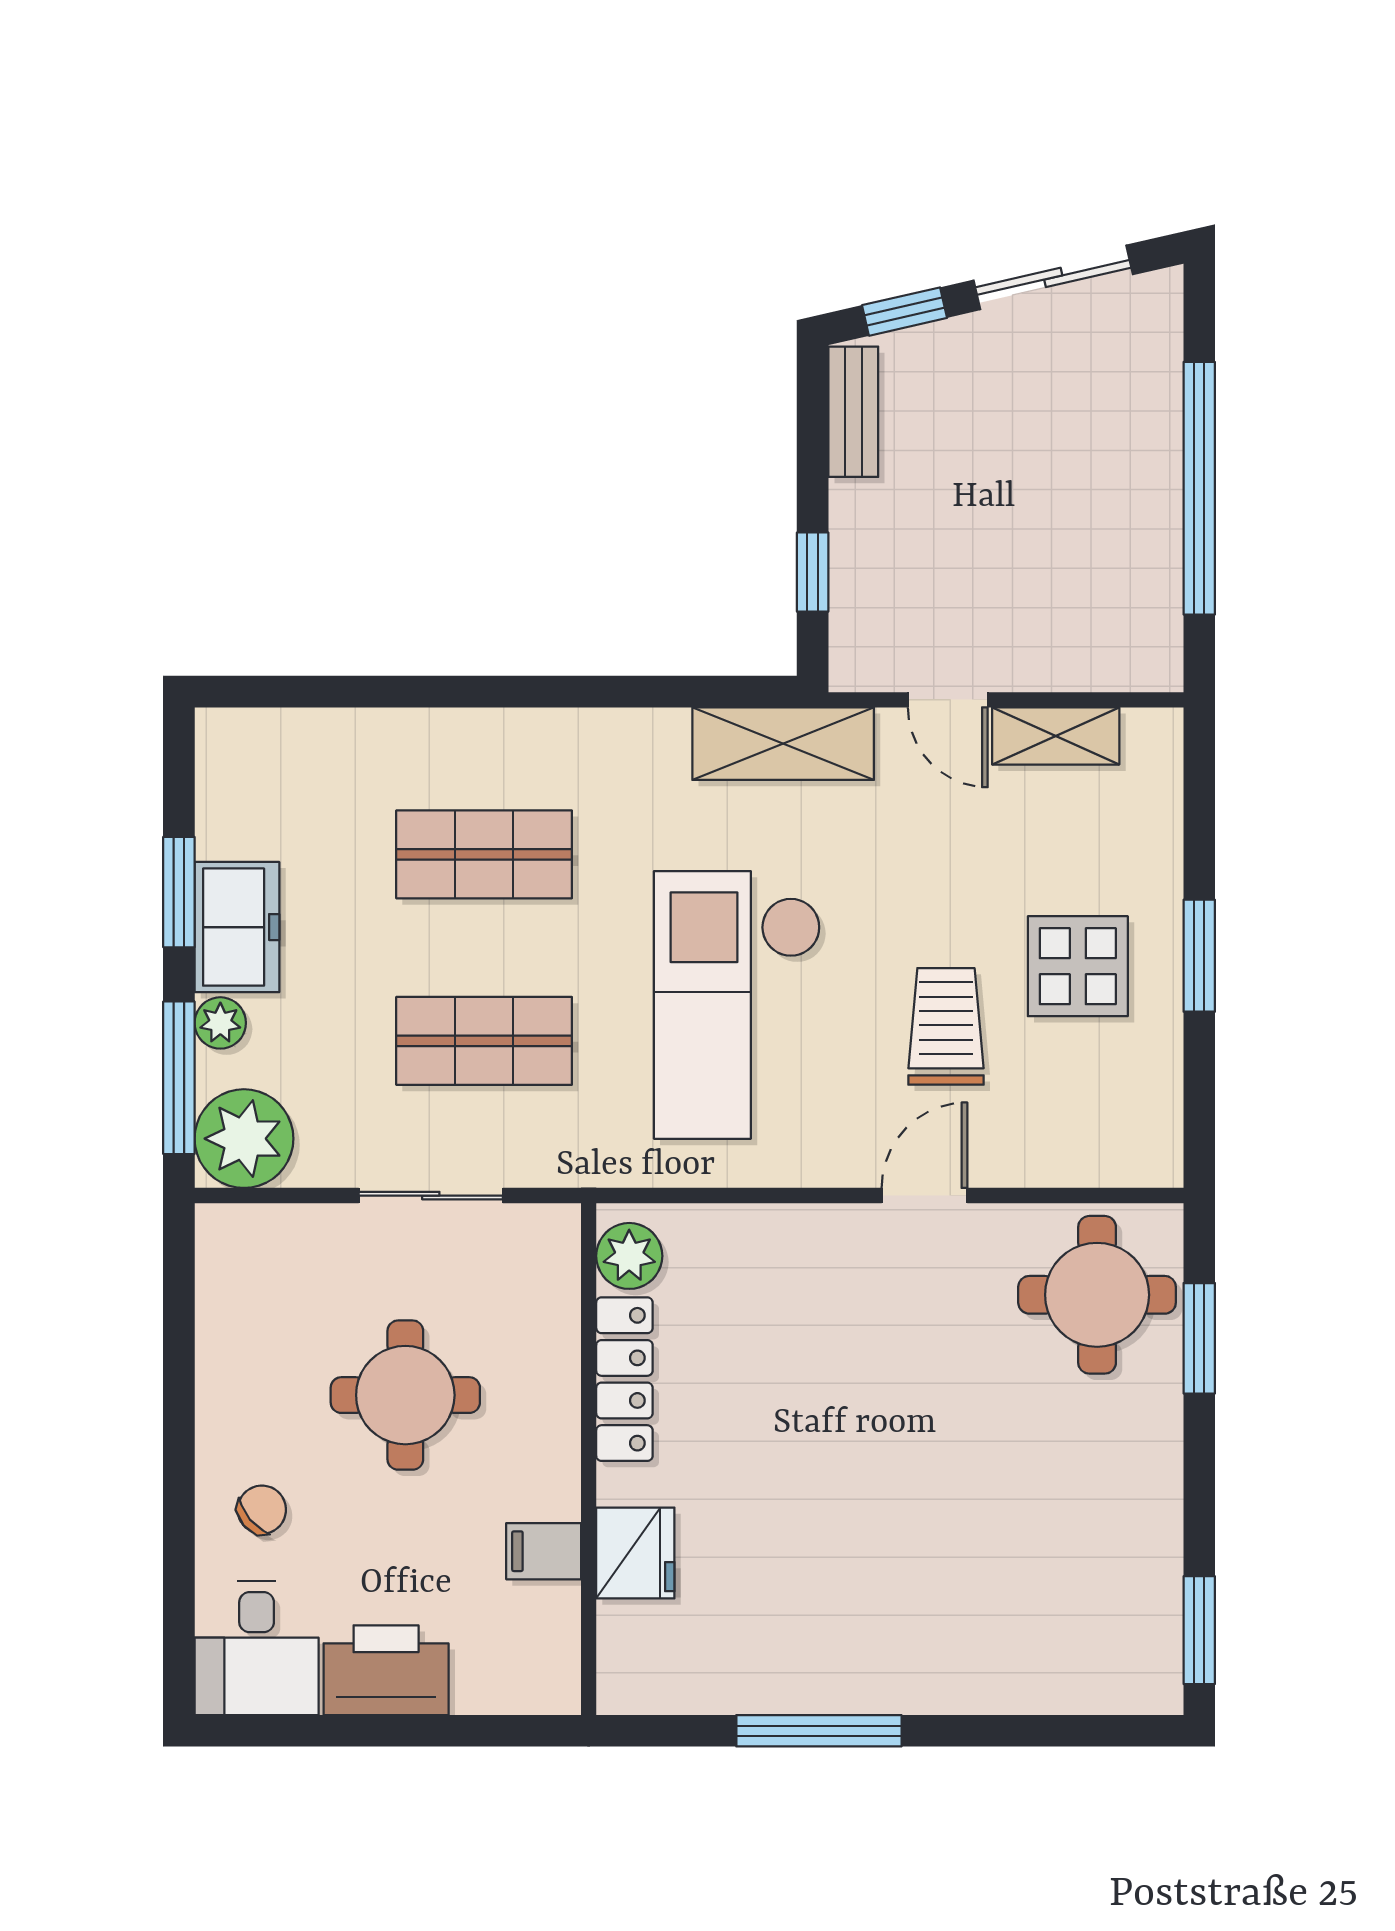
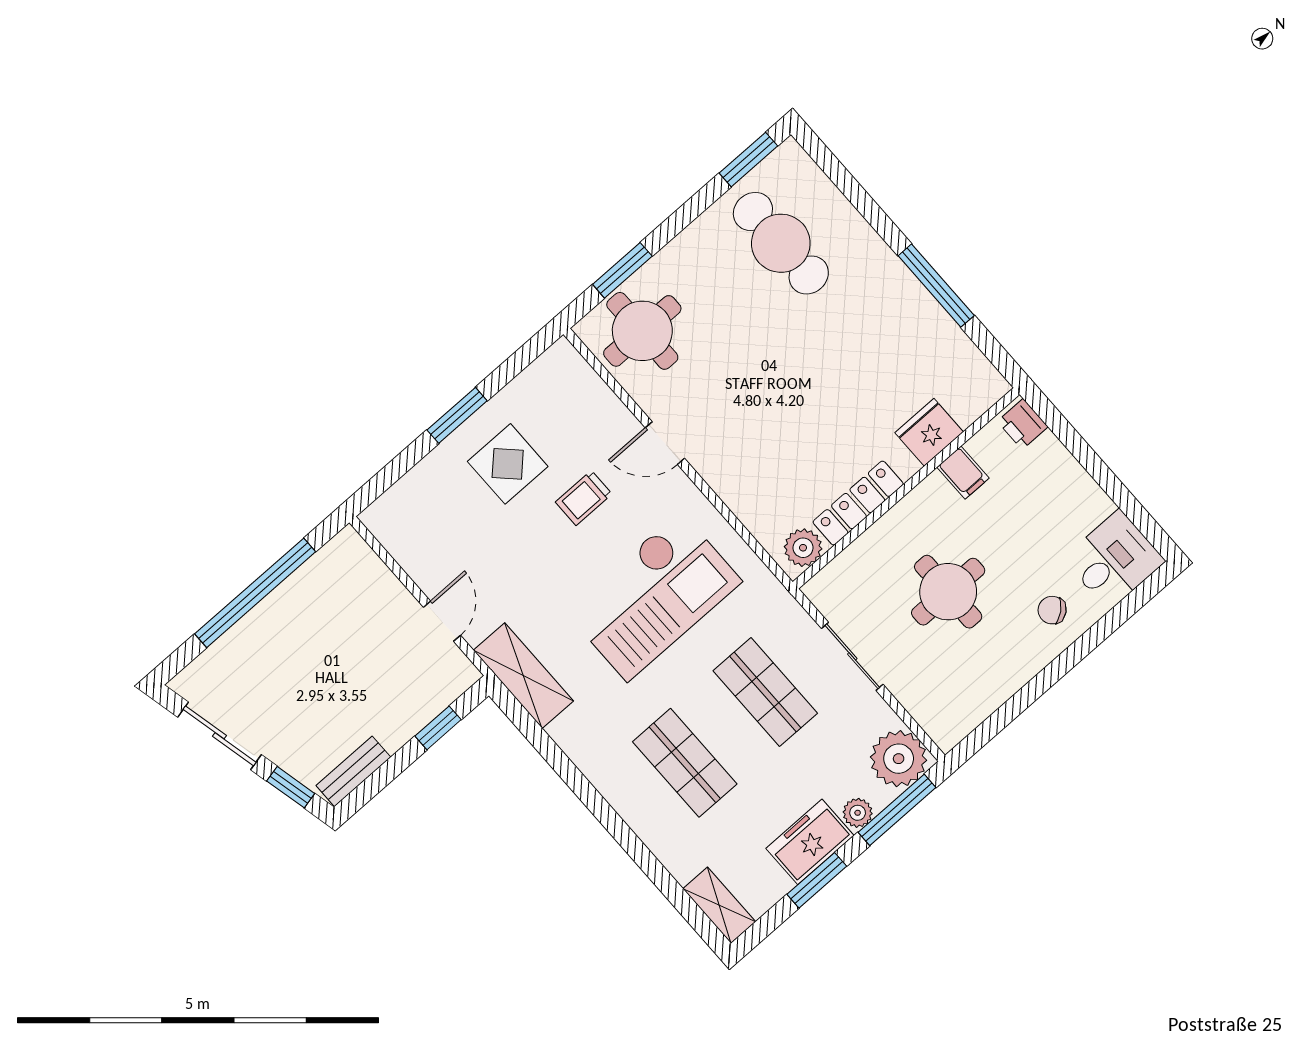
shelving: (1056, 736) -> (719, 905), moved
trolley: (946, 1026) -> (584, 498), width x0.73, depth x0.72
cafe table: (1053, 1576) -> (781, 243), added
printer: (386, 1670) -> (1023, 424), moved, width x0.53, depth x0.68

